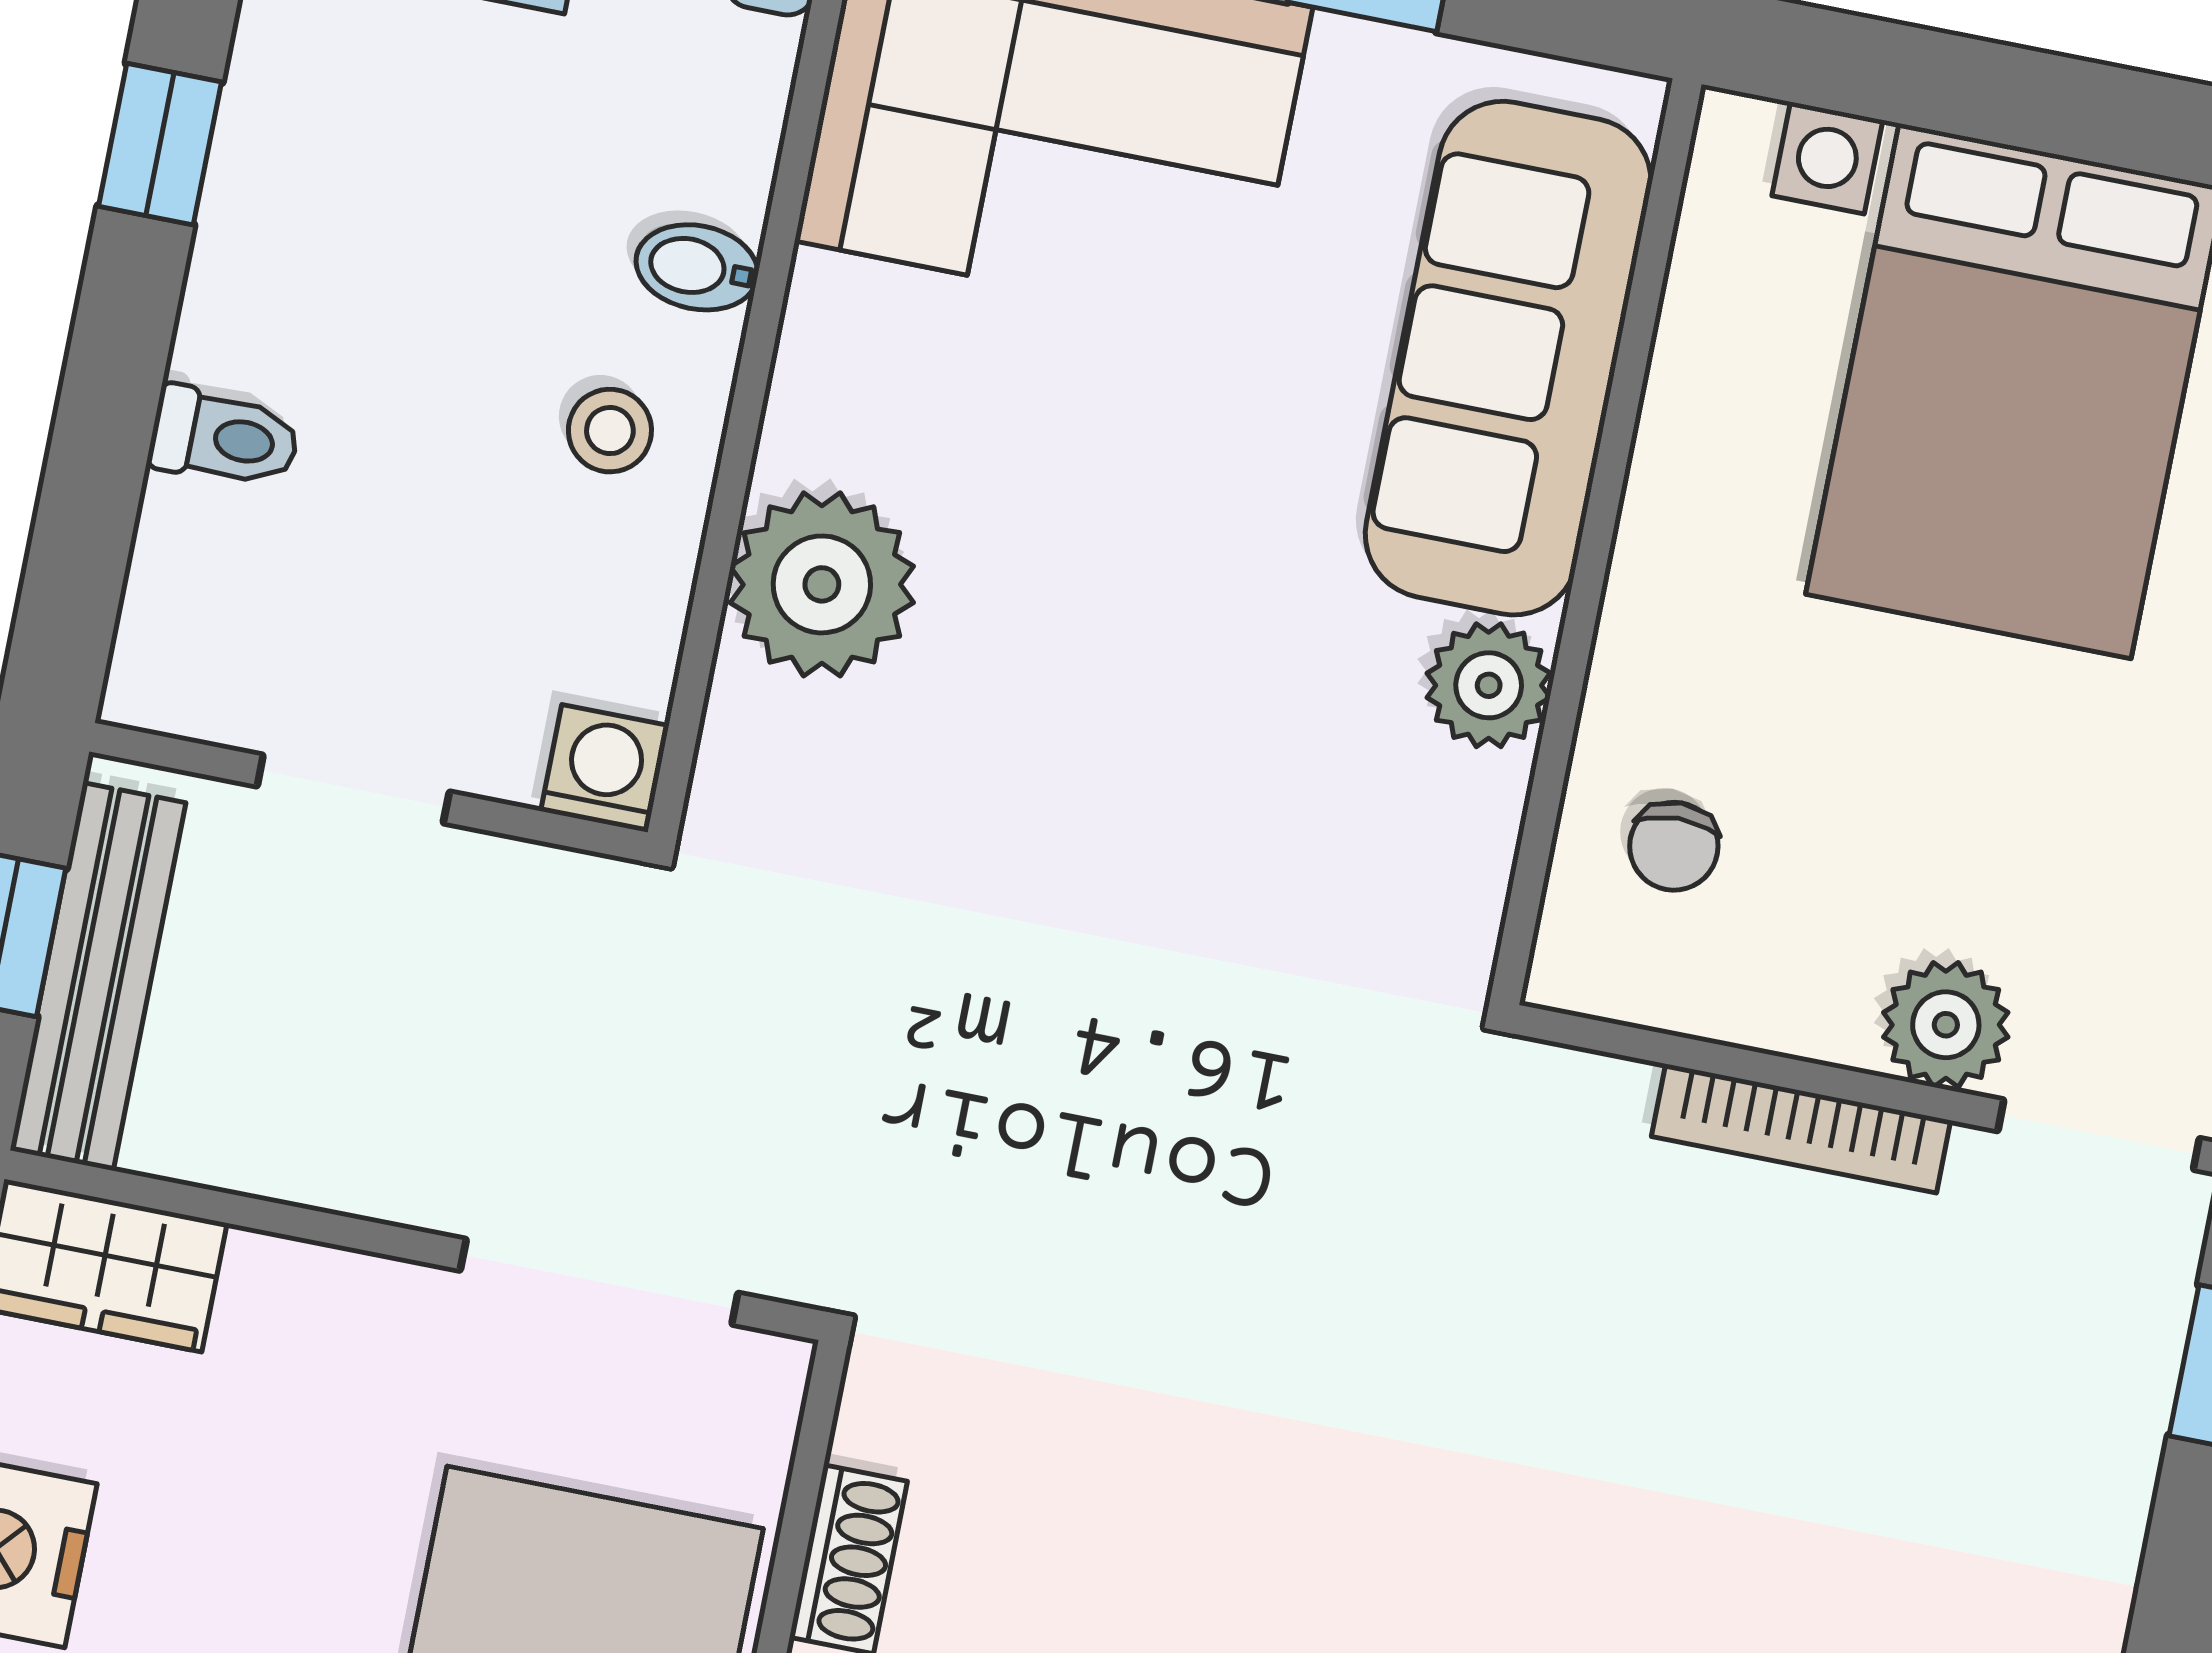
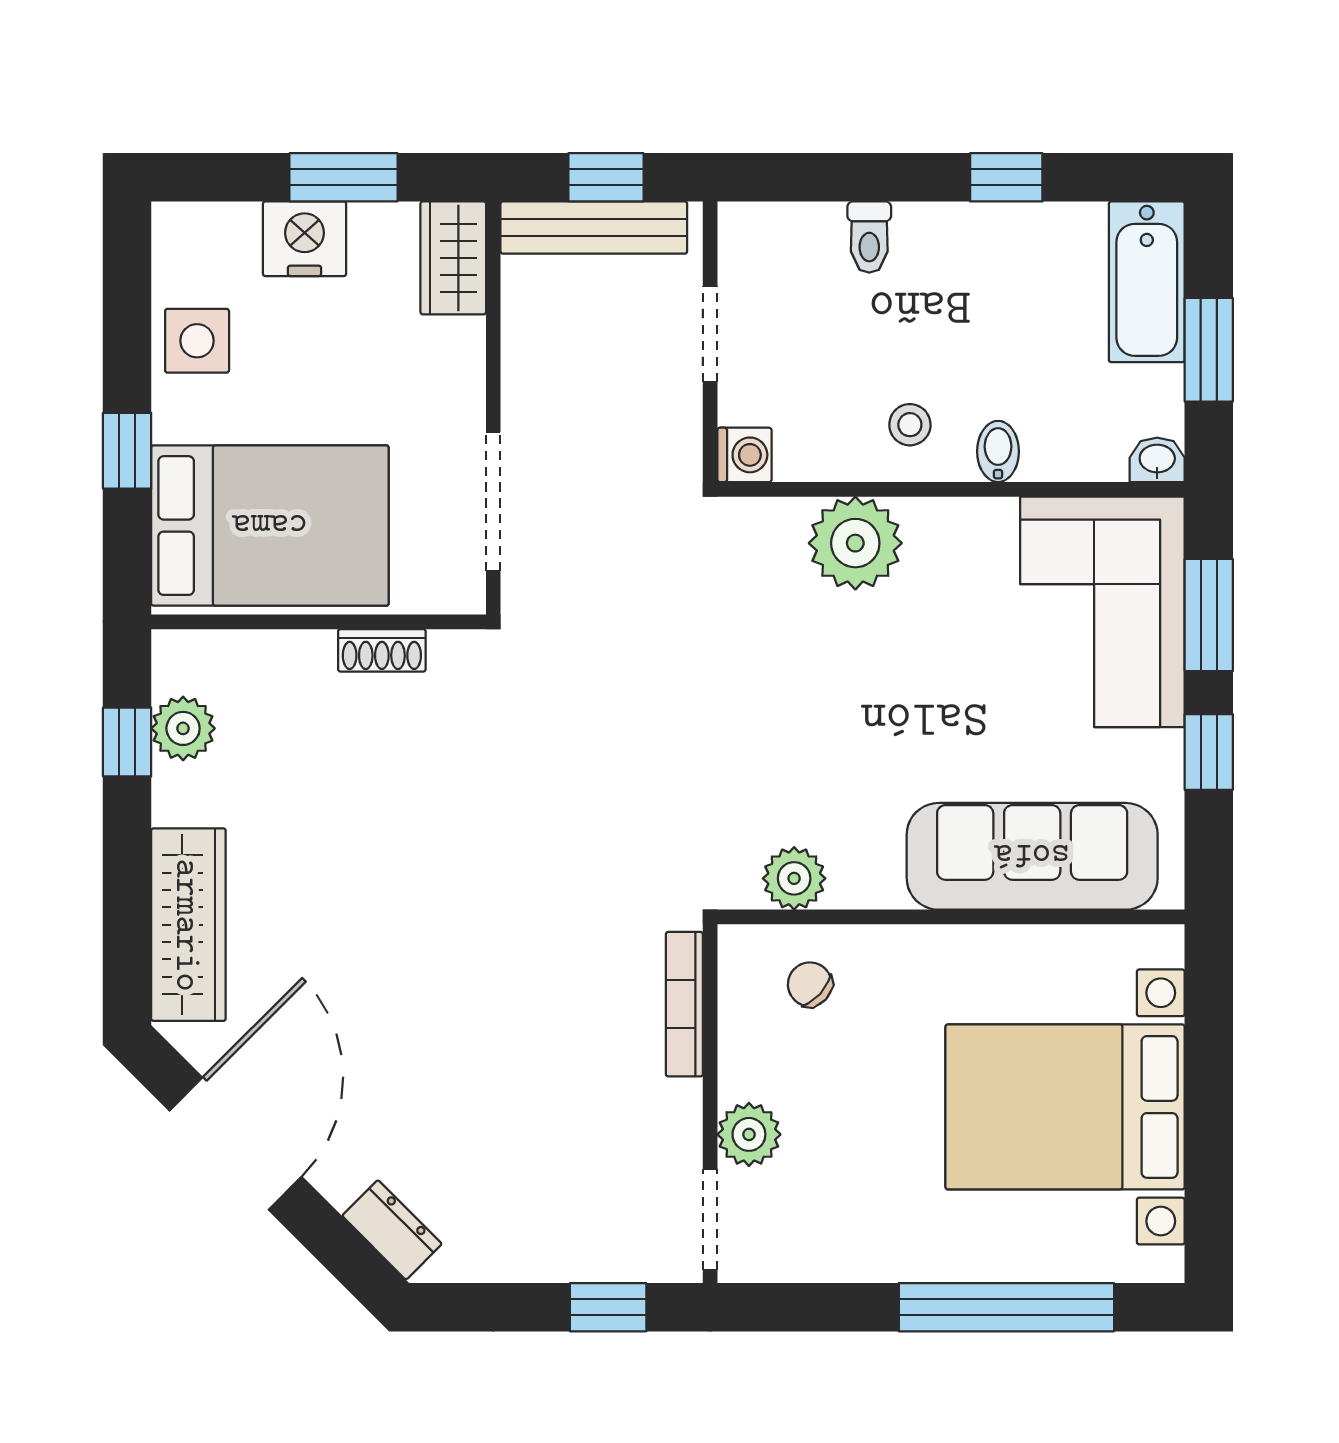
plant: (1489, 685) -> (794, 878), moved
chair: (1674, 846) -> (810, 984), turned 43
bookcase: (1801, 1128) -> (684, 1004), moved

